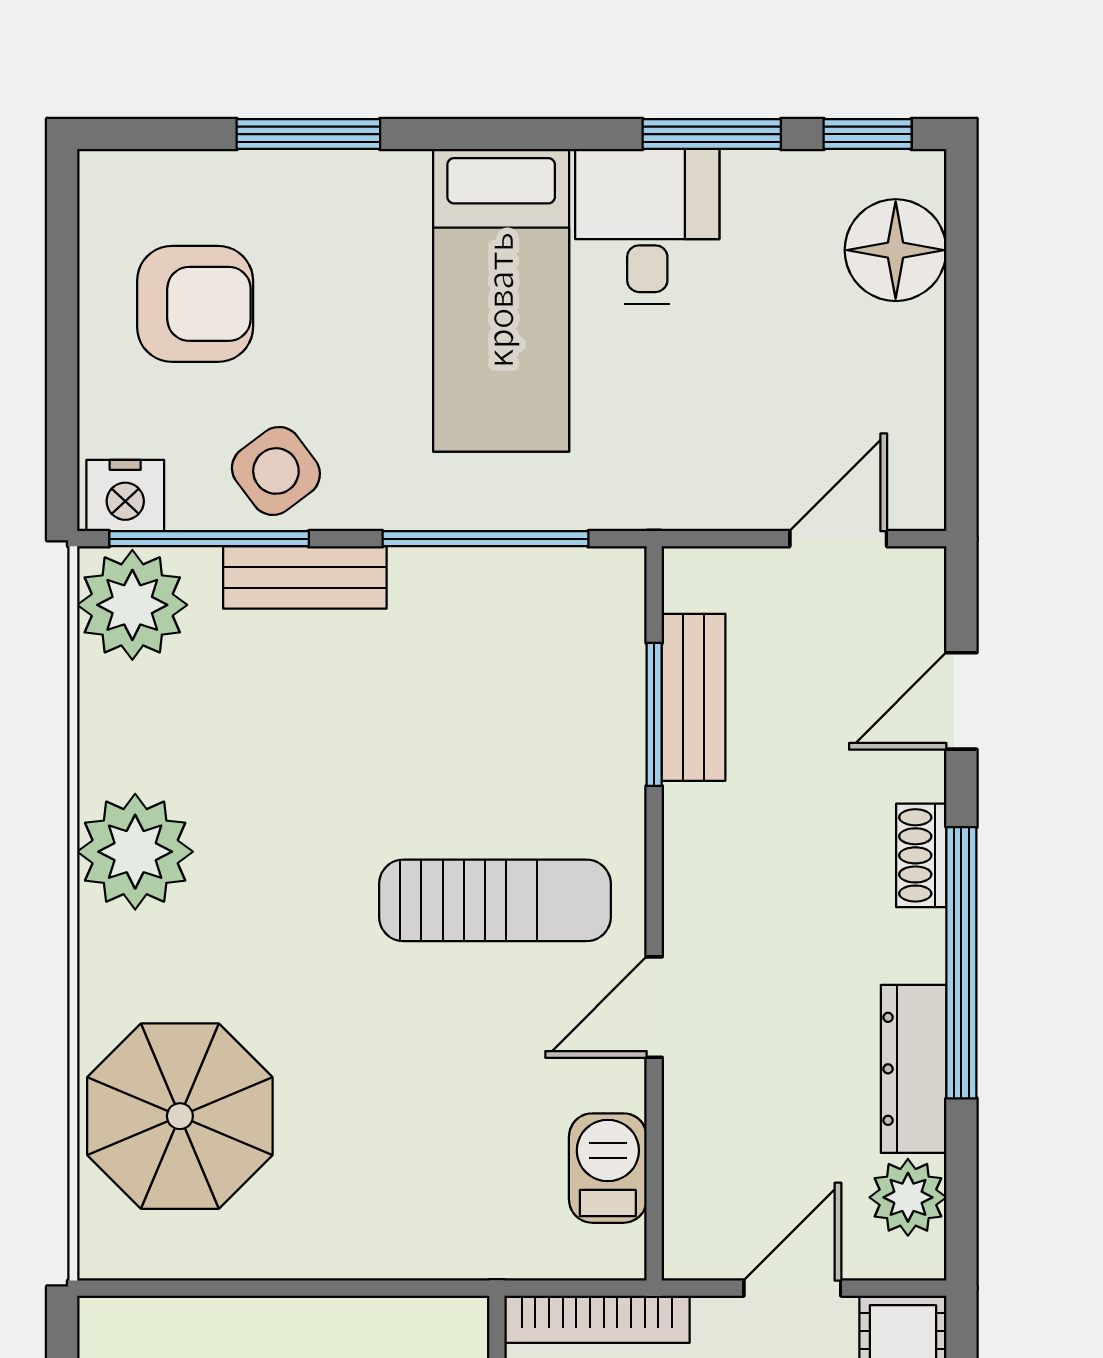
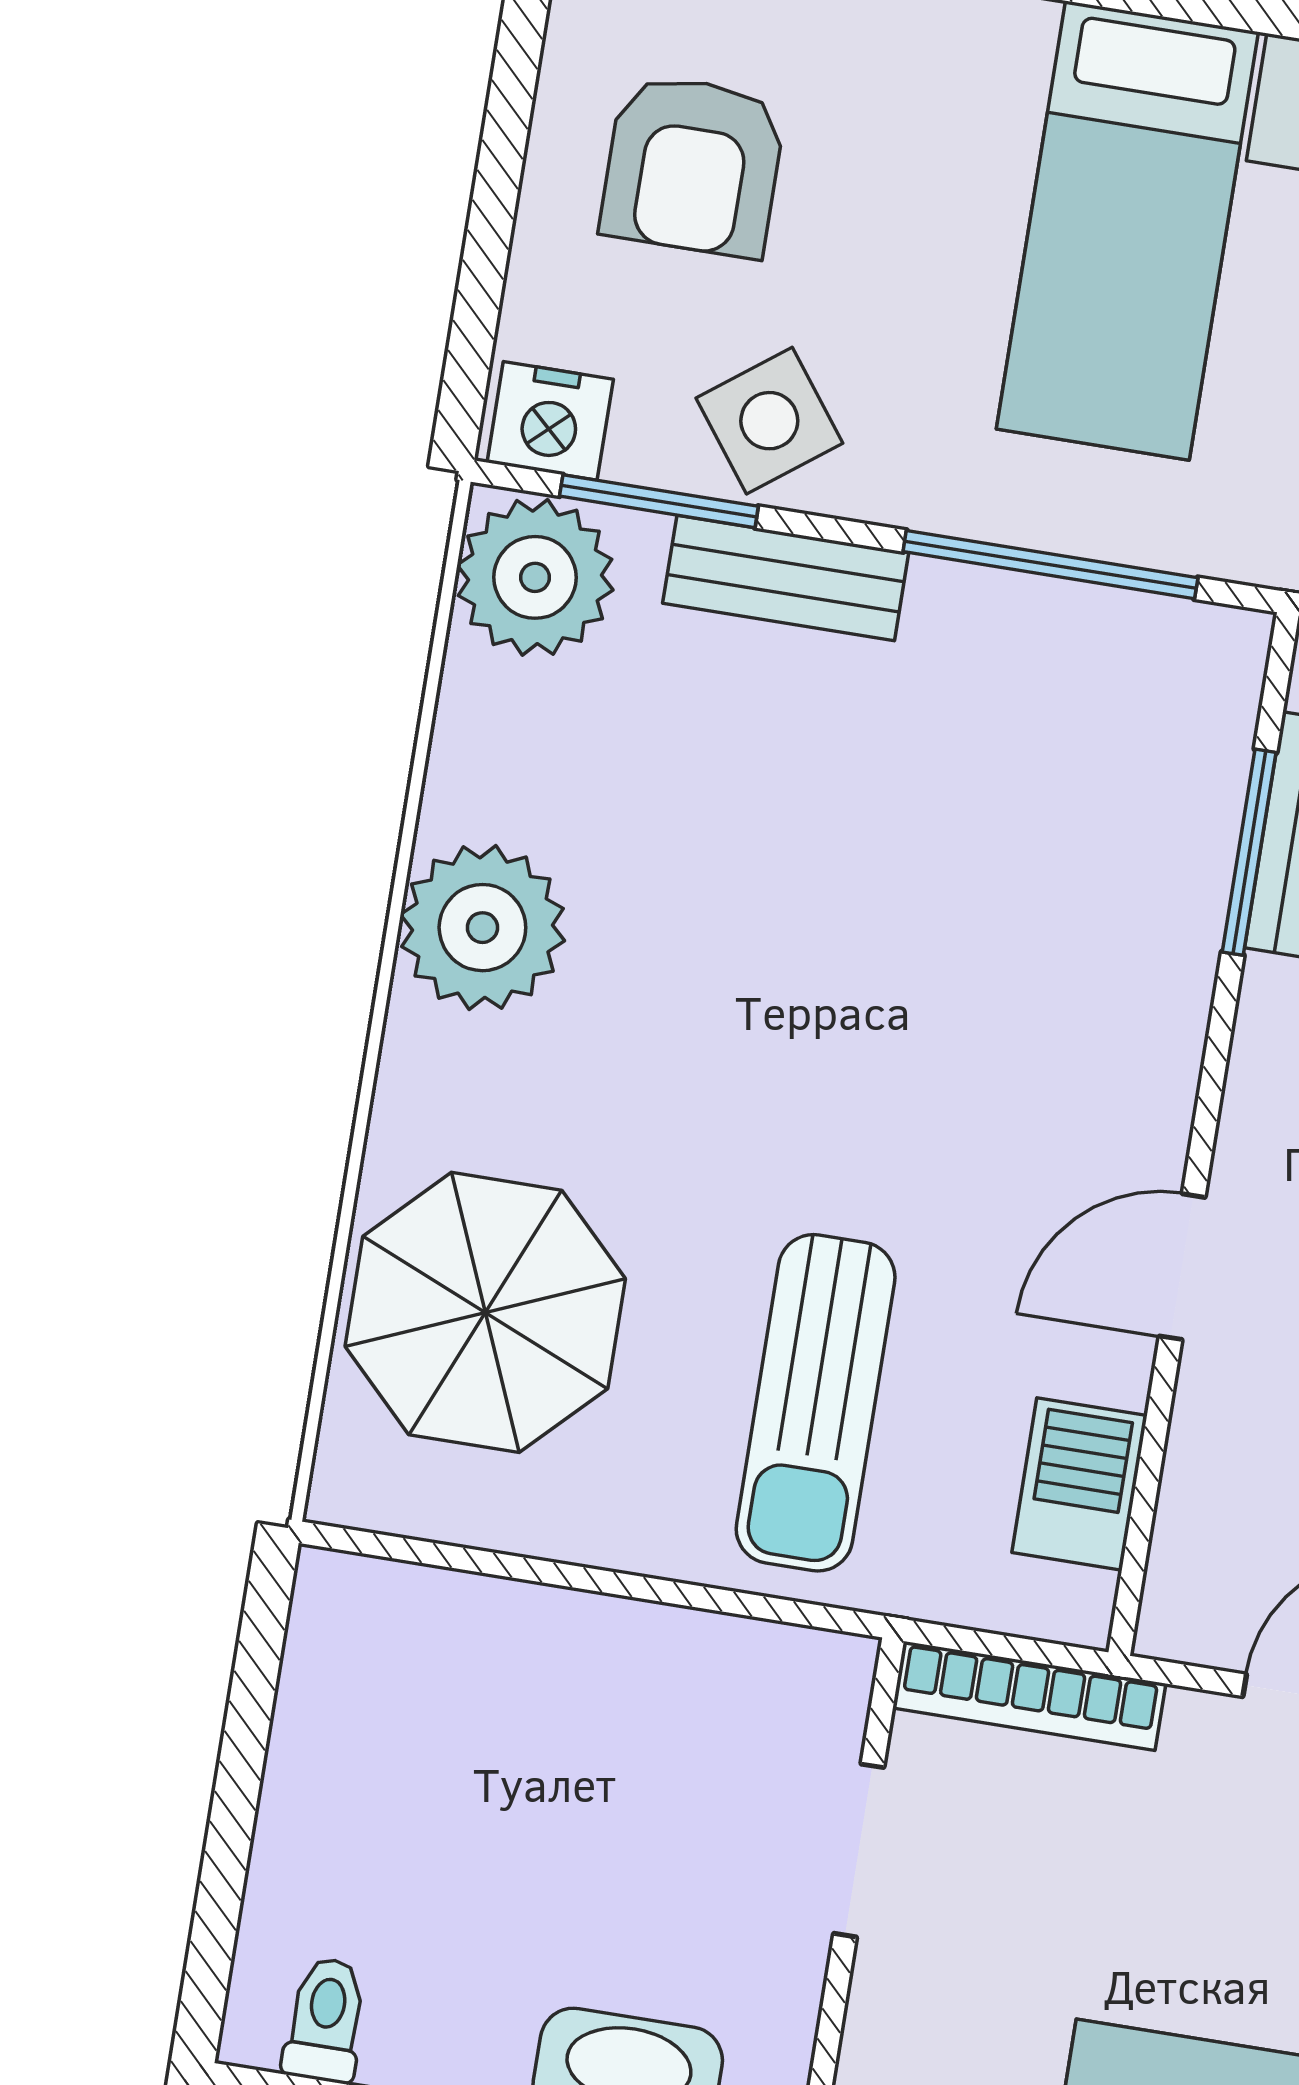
armchair: (195, 304) -> (693, 165), turned 90
window: (209, 539) -> (659, 501), width x0.69
sun lounger: (495, 900) -> (816, 1403), moved, turned 90

